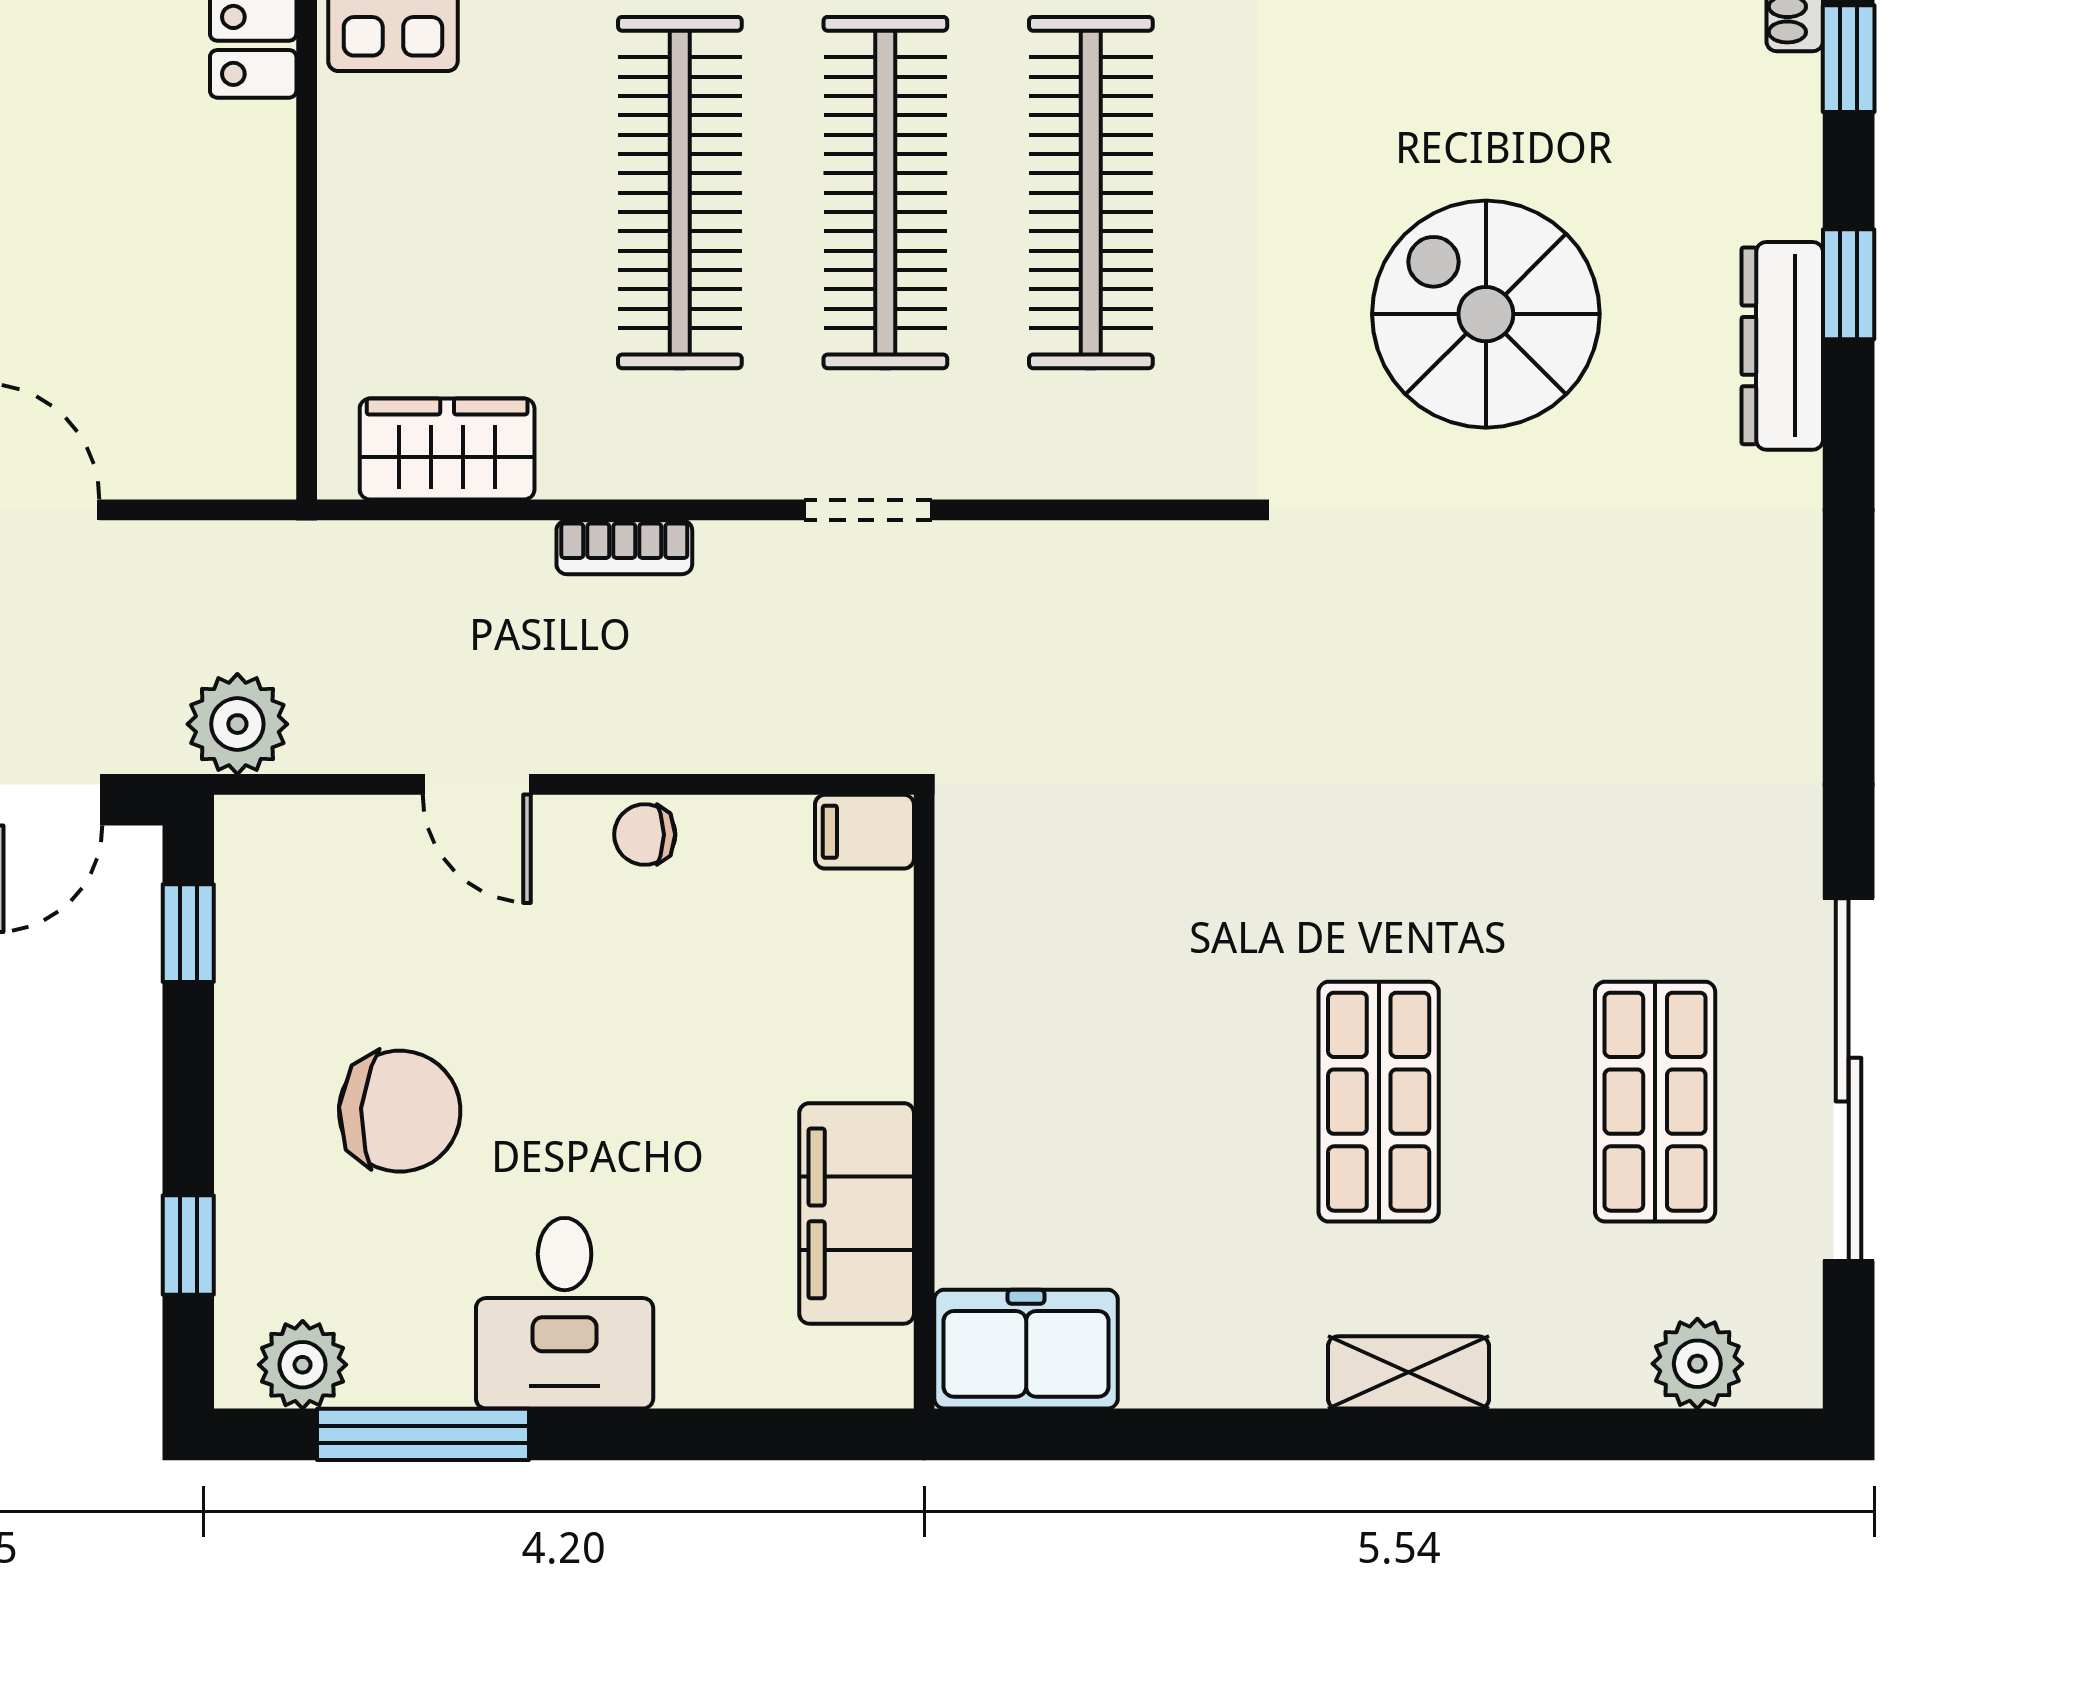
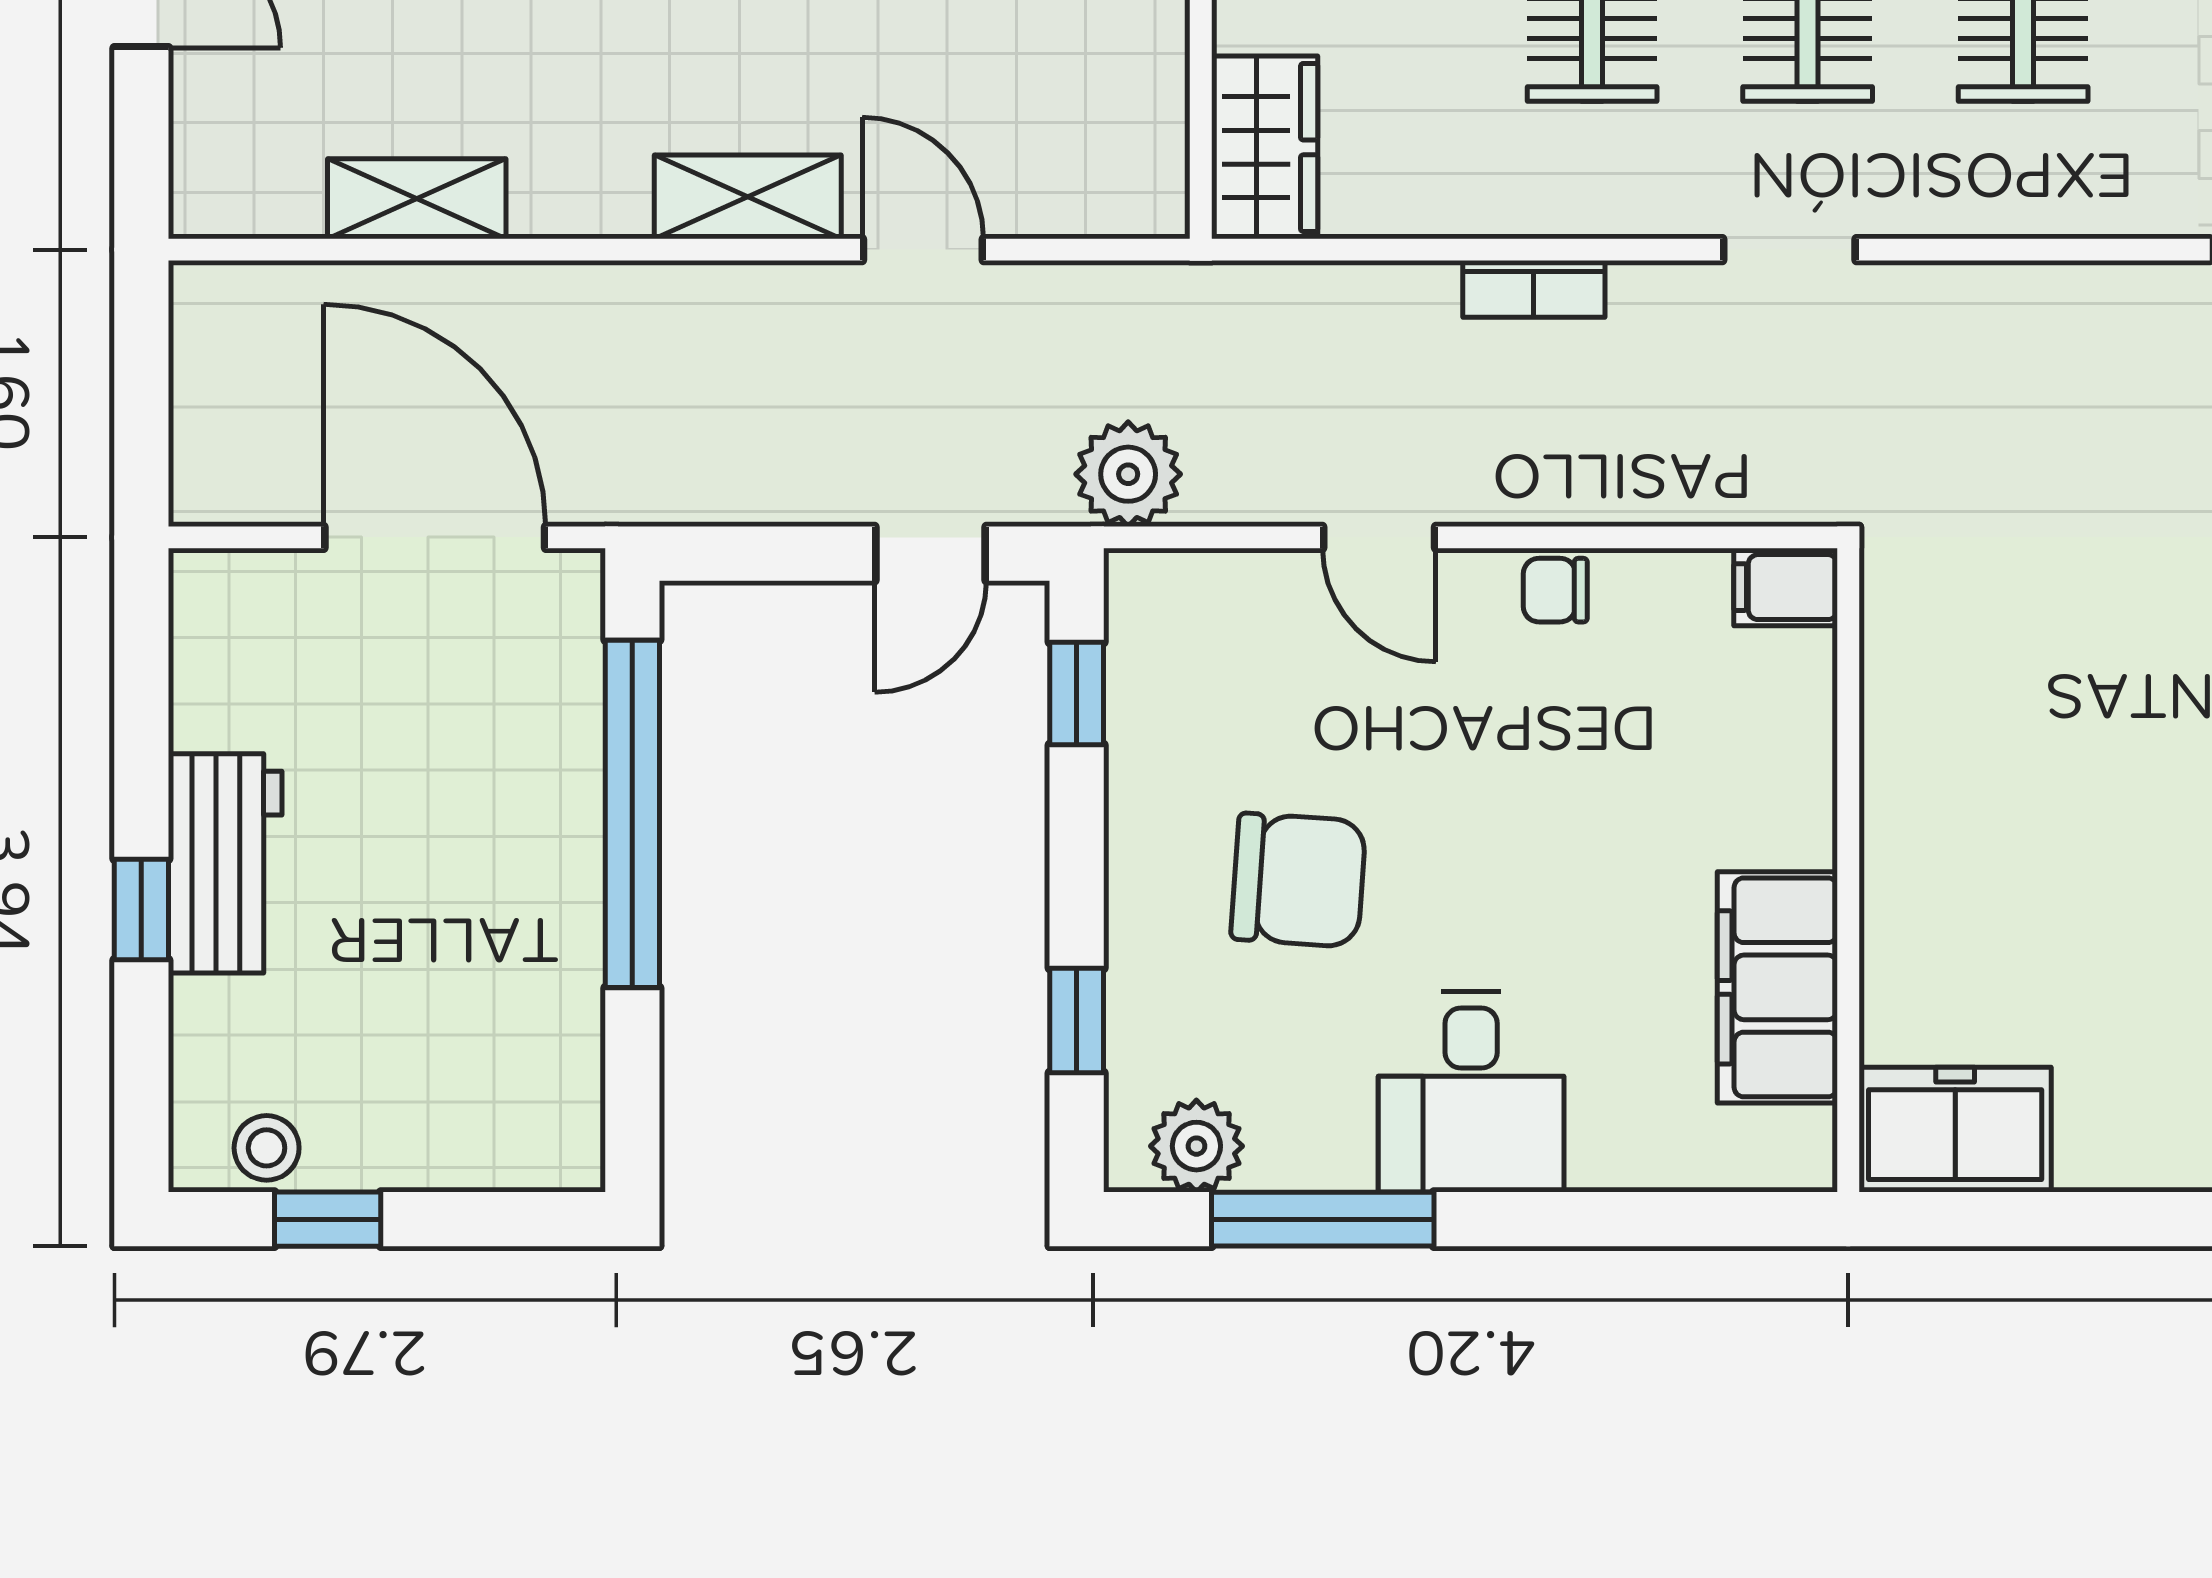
wardrobe: (447, 449) -> (1265, 147), moved, turned 90

